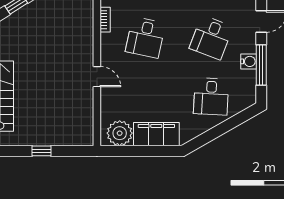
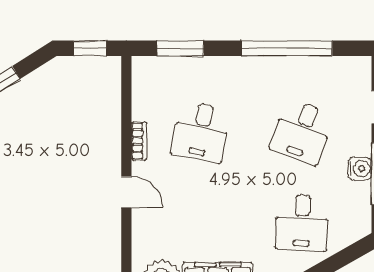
bookcase: (105, 20) -> (139, 141), moved

